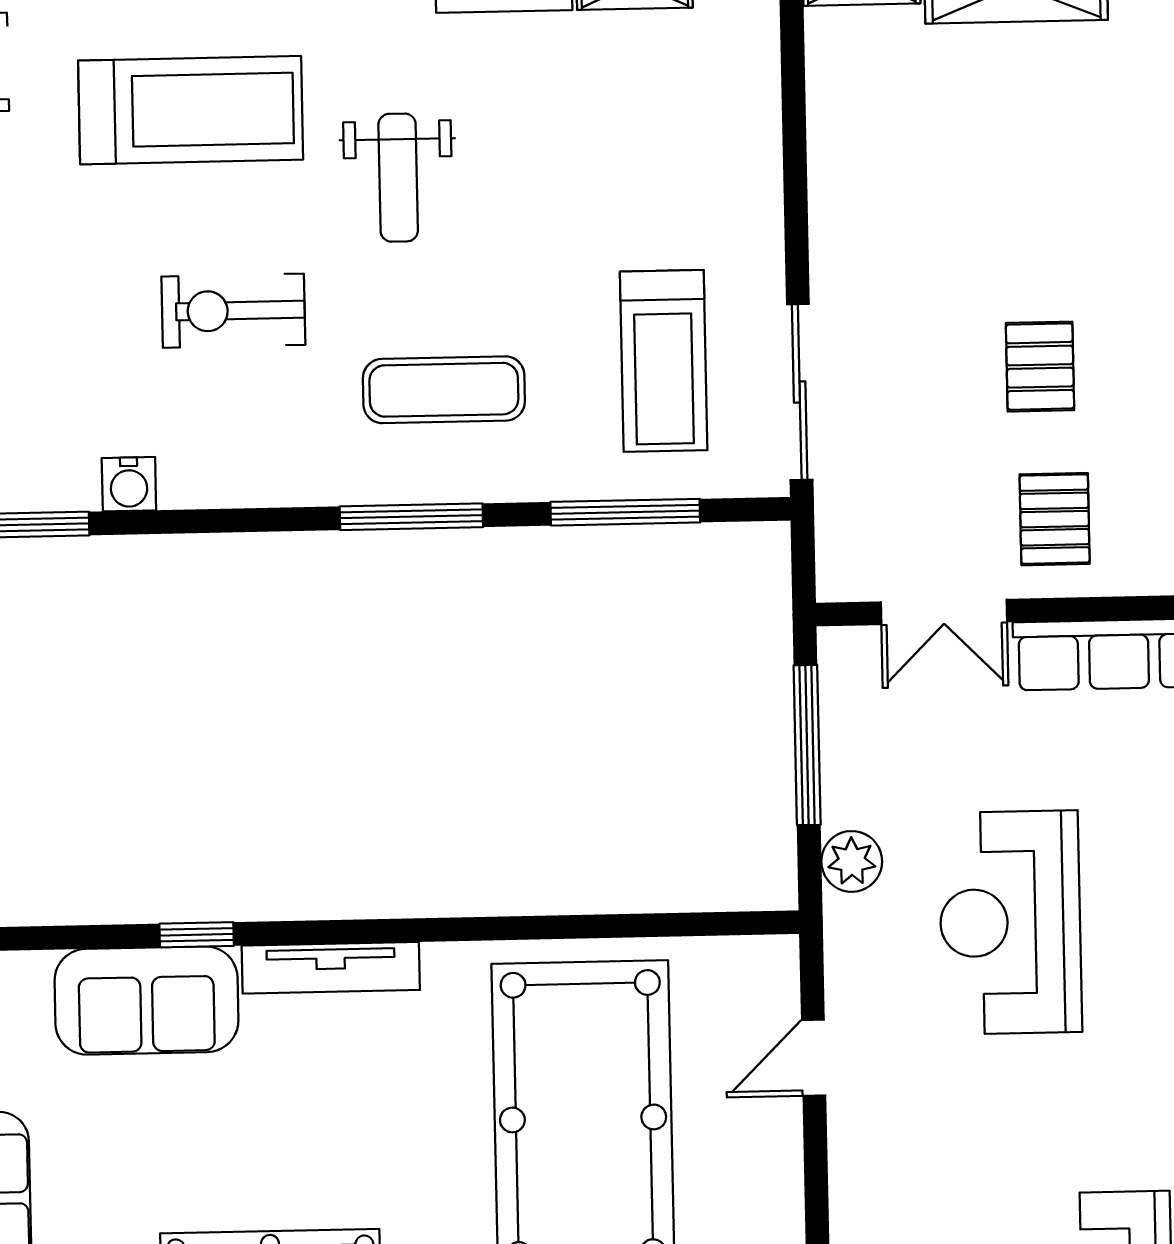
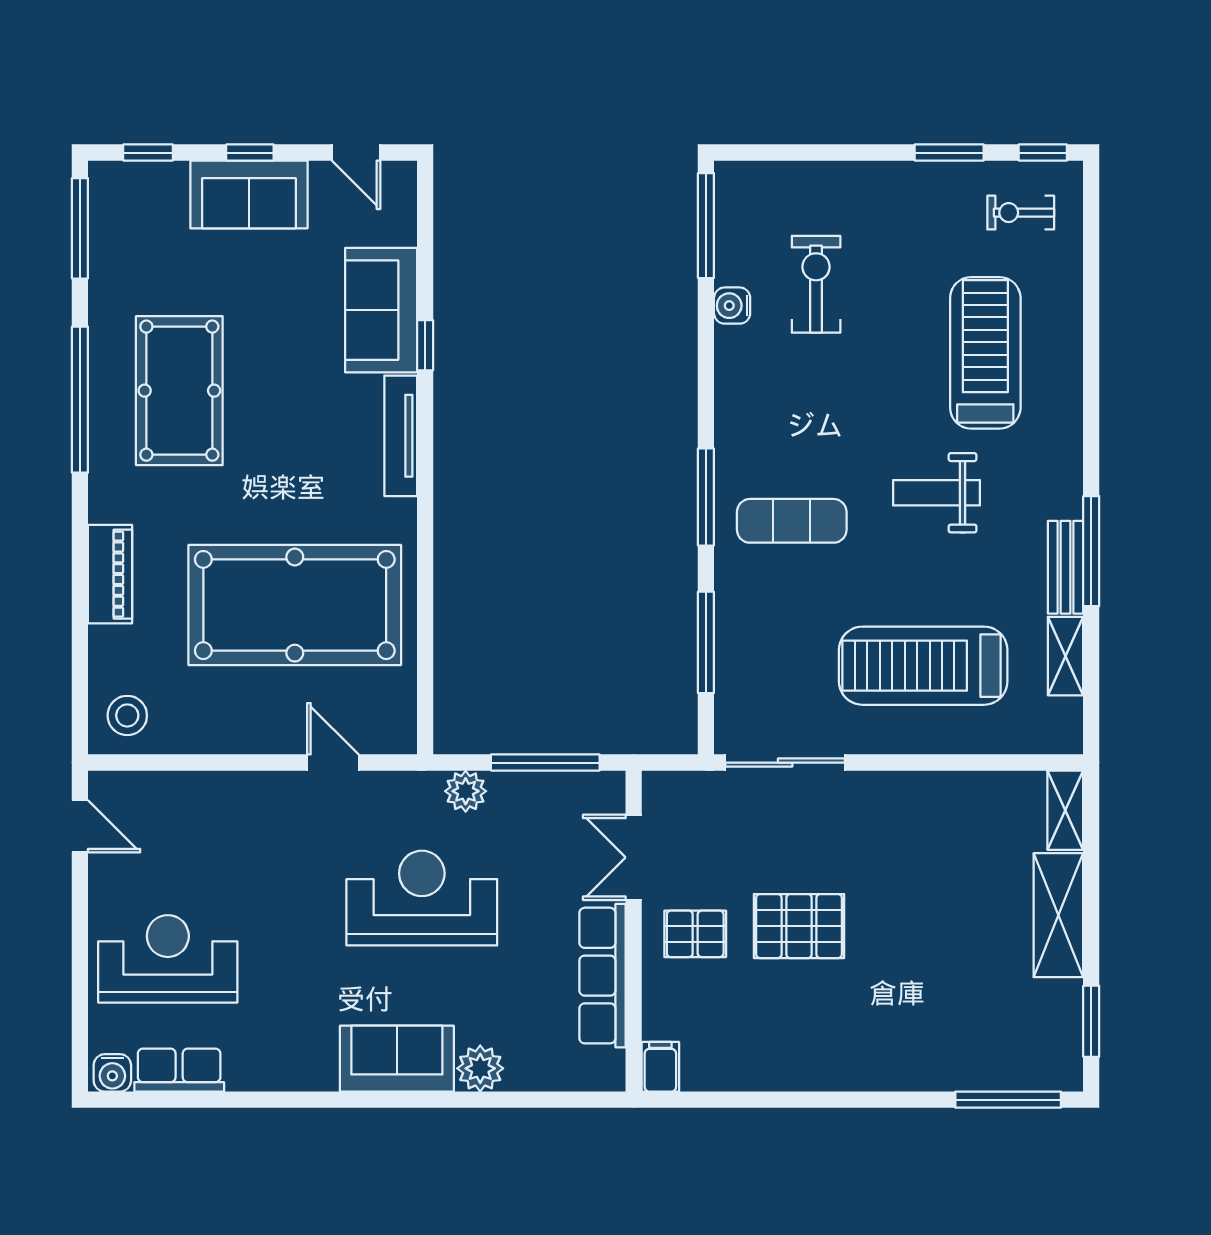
treadmill: (191, 110) -> (985, 353), turned 180
exercise bike: (233, 311) -> (816, 284), moved
treadmill: (664, 361) -> (923, 666), moved, width x1.37, depth x1.38
pallet: (1040, 367) -> (799, 926), width x1.50, depth x1.42
exercise mat: (444, 390) -> (792, 521), turned 90

